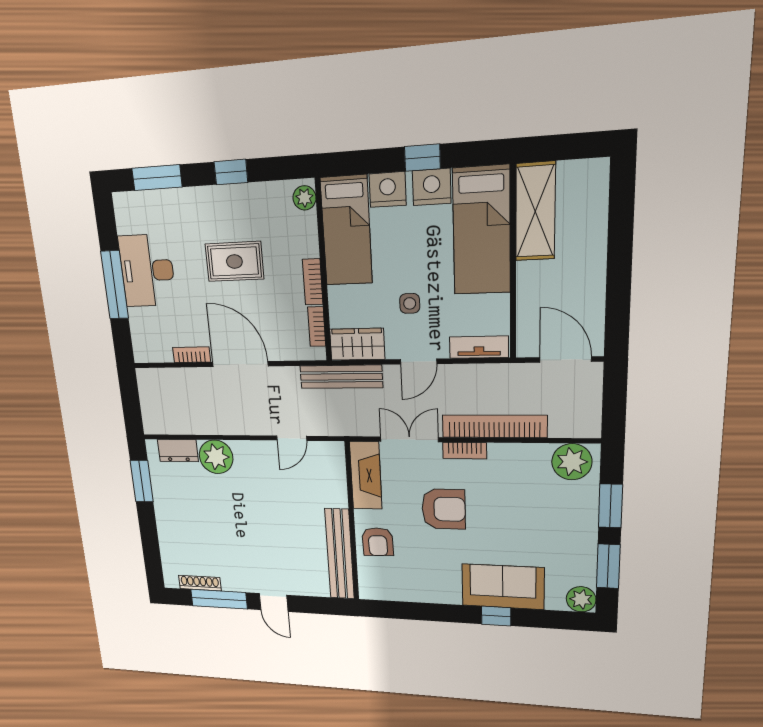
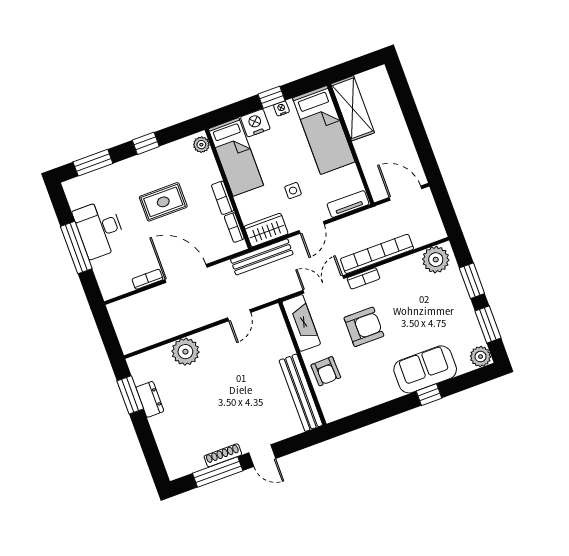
nightstand: (432, 187) -> (281, 108), width x0.53, depth x0.56
dresser: (178, 451) -> (150, 399), moved, turned -90
shoe rack: (200, 583) -> (223, 455), moved

